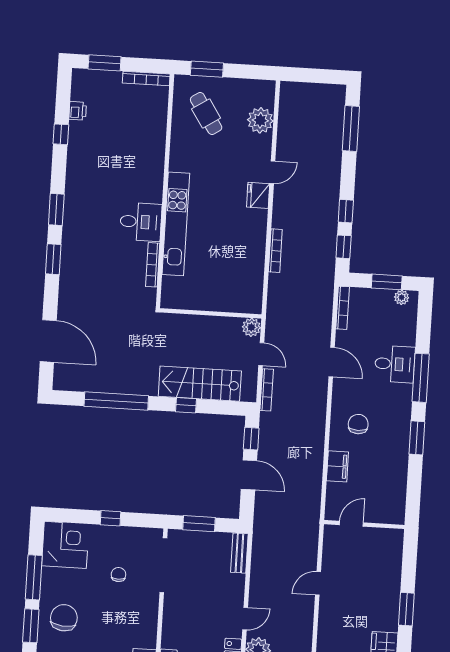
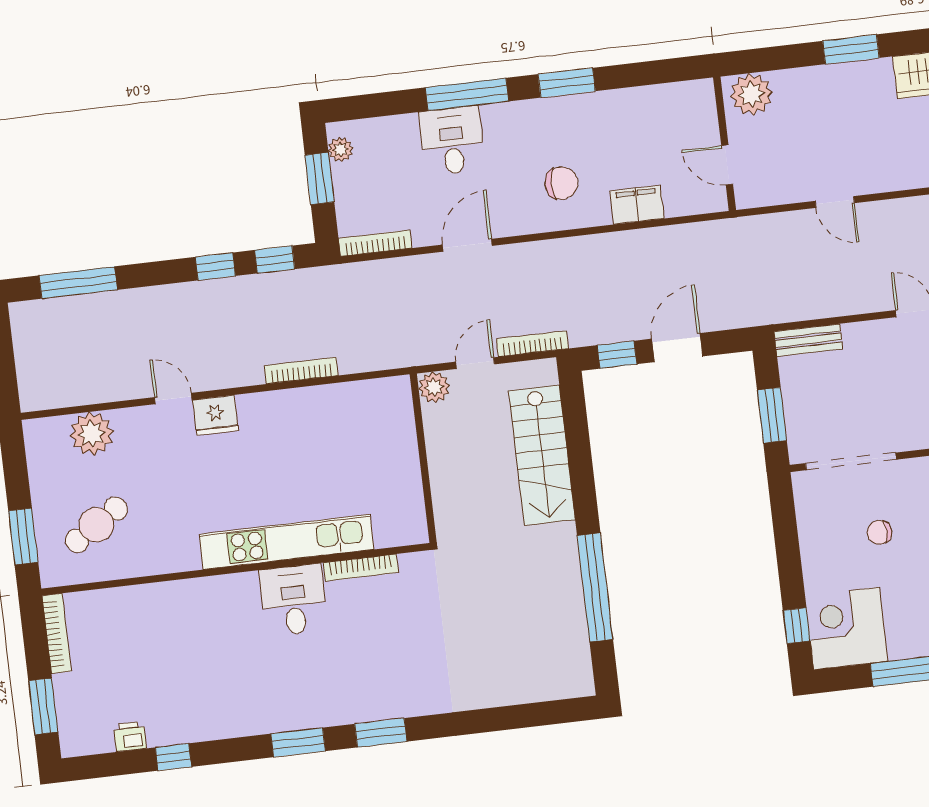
door: (48, 341) -> (517, 717), removed
window: (186, 405) -> (581, 472), removed
chair: (358, 424) -> (561, 183), turned 180
window: (110, 518) -> (797, 626), moved
plant: (390, 546) -> (751, 94), added

